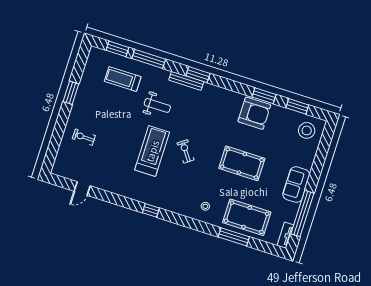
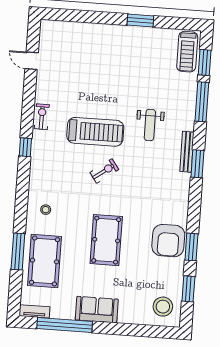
treadmill: (123, 79) -> (187, 52), moved, turned 180
exercise bike: (84, 137) -> (42, 117), moved

